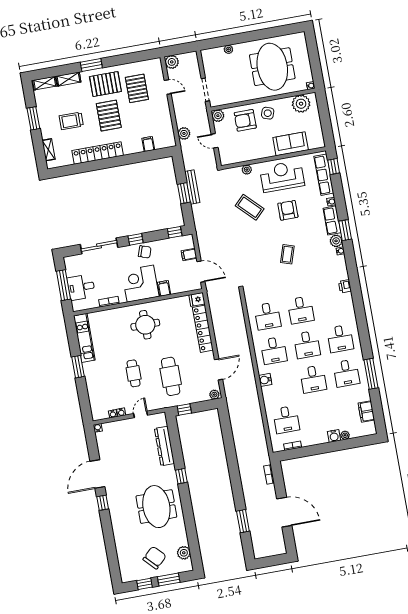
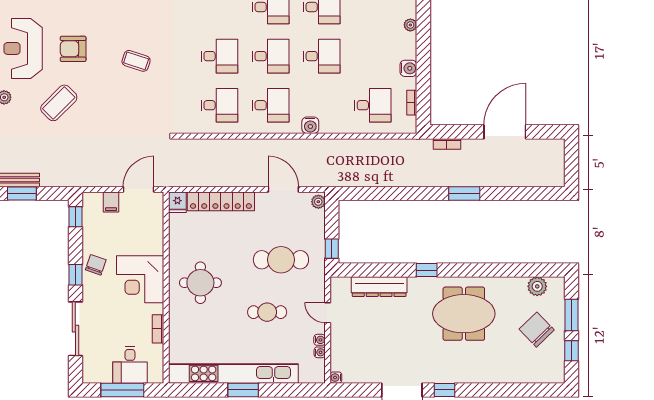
filing cabinet: (164, 288) -> (153, 246), removed
kitchen unit: (84, 338) -> (233, 373), width x1.86
water cooler: (334, 436) -> (408, 68), moved
window: (243, 521) -> (464, 193), moved

